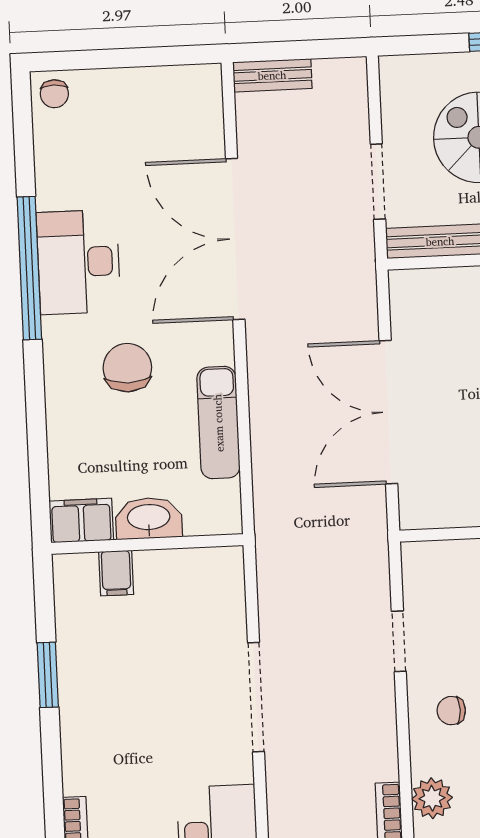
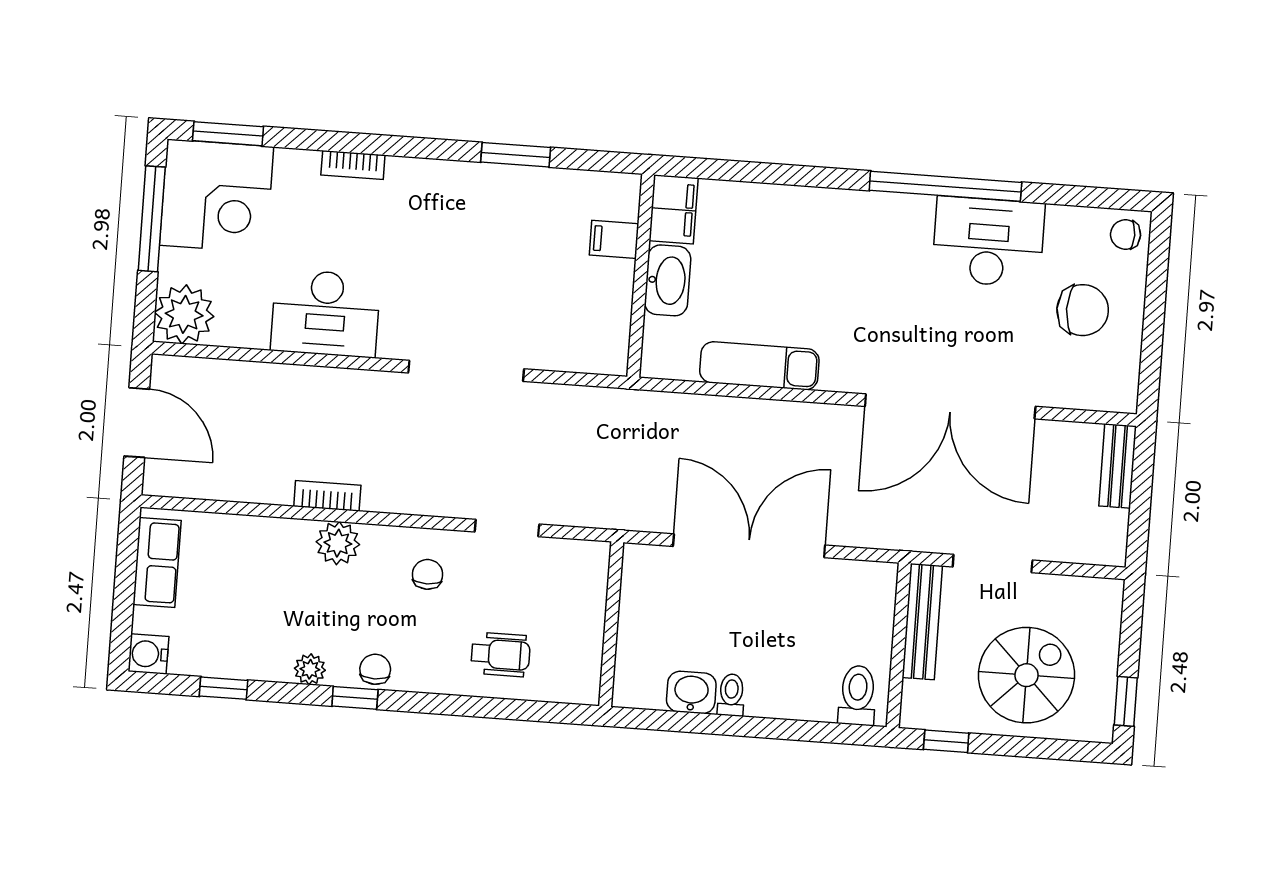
double door: (235, 239) -> (950, 406), swing flipped
desk: (78, 262) -> (988, 242), moved
chair: (127, 368) -> (1083, 310), moved

